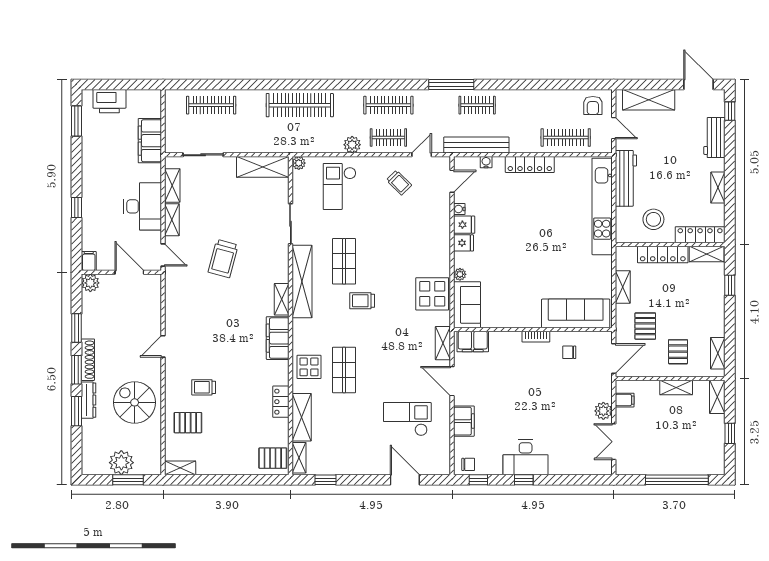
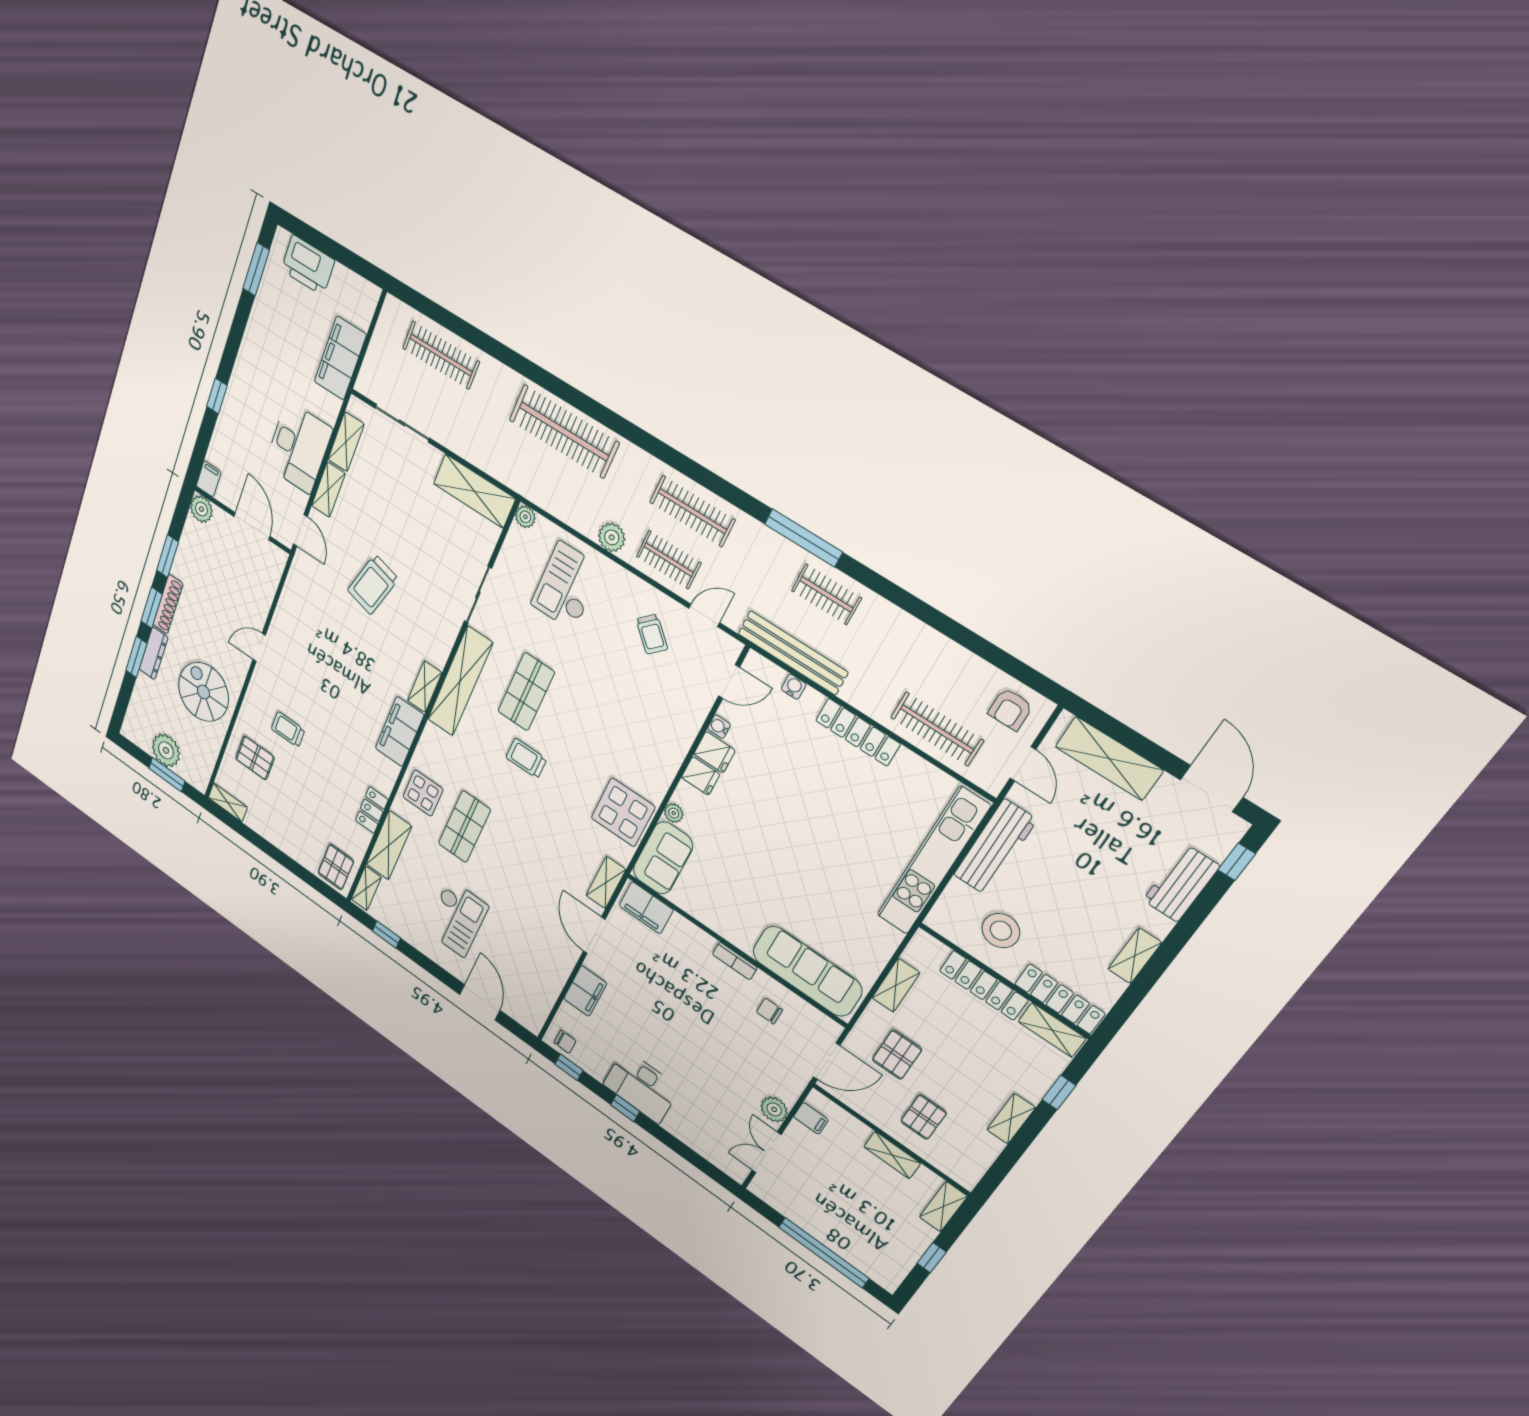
shelving: (718, 353) -> (1011, 1119), moved
checkout: (407, 419) -> (457, 918), moved, turned 90
pallet: (273, 458) -> (336, 867), turned 90

